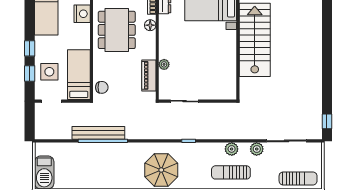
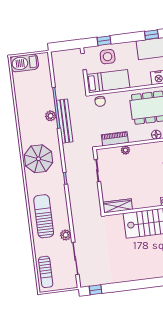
window: (30, 48) -> (152, 35), moved
wardrobe: (230, 82) -> (118, 206), added
bench: (98, 133) -> (65, 121), moved
plant: (232, 149) -> (51, 116), moved
sun lounger: (231, 172) -> (44, 216), width x1.36, depth x1.34

